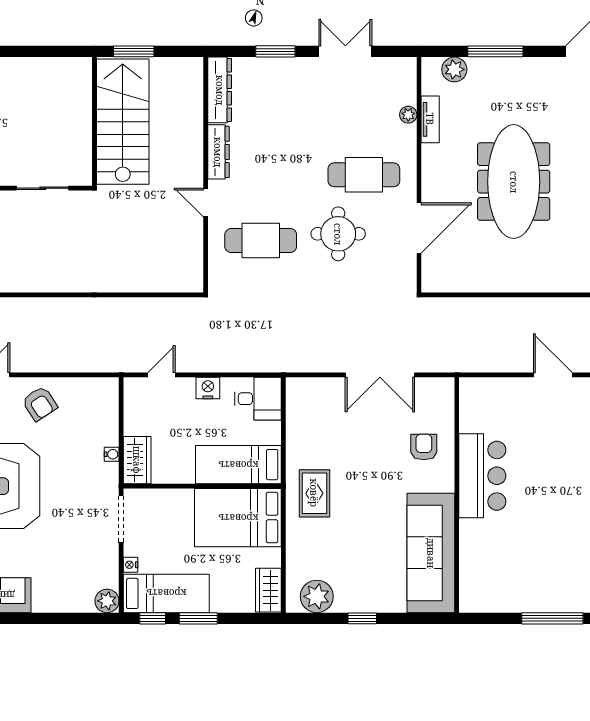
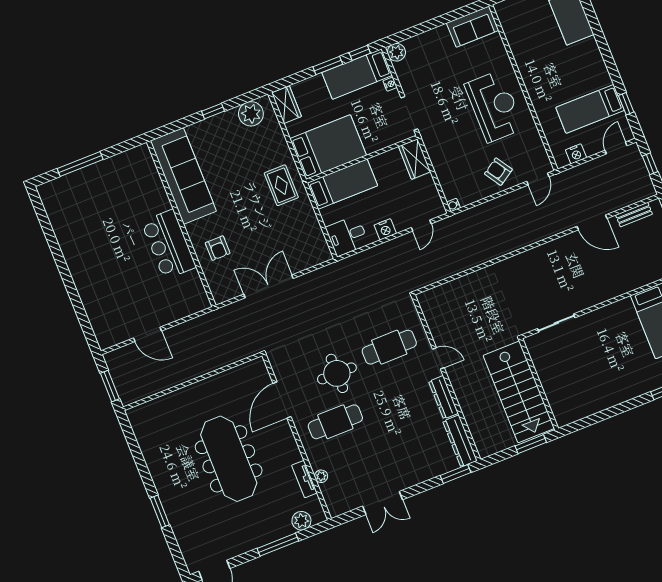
window: (275, 51) -> (456, 474), moved
water cooler: (112, 454) -> (453, 205), moved

